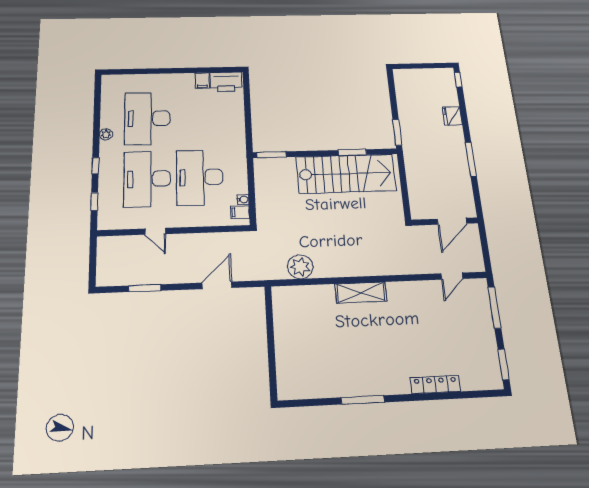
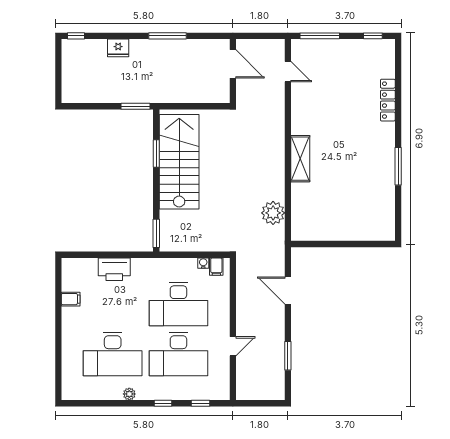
printer: (226, 82) -> (114, 269), moved, turned 90
window: (504, 364) -> (373, 36), width x0.67

